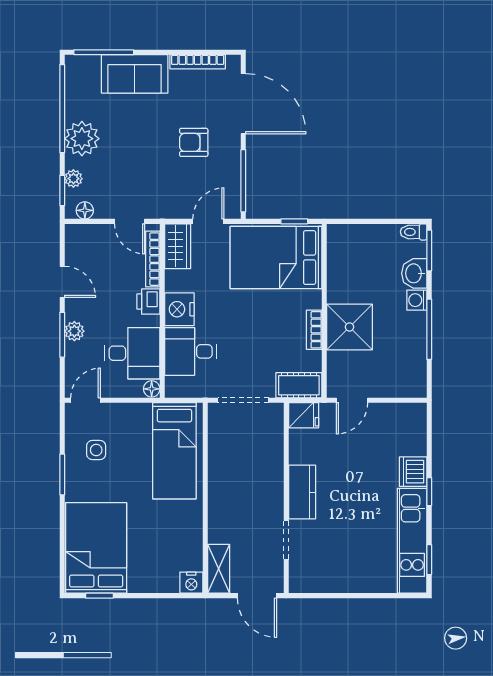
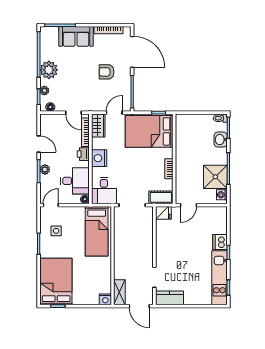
washing machine: (417, 300) -> (222, 195), moved
shower: (350, 327) -> (215, 177), moved
desk: (190, 351) -> (104, 191), moved, turned -90
kitchen counter: (302, 492) -> (170, 298), moved, turned -90

